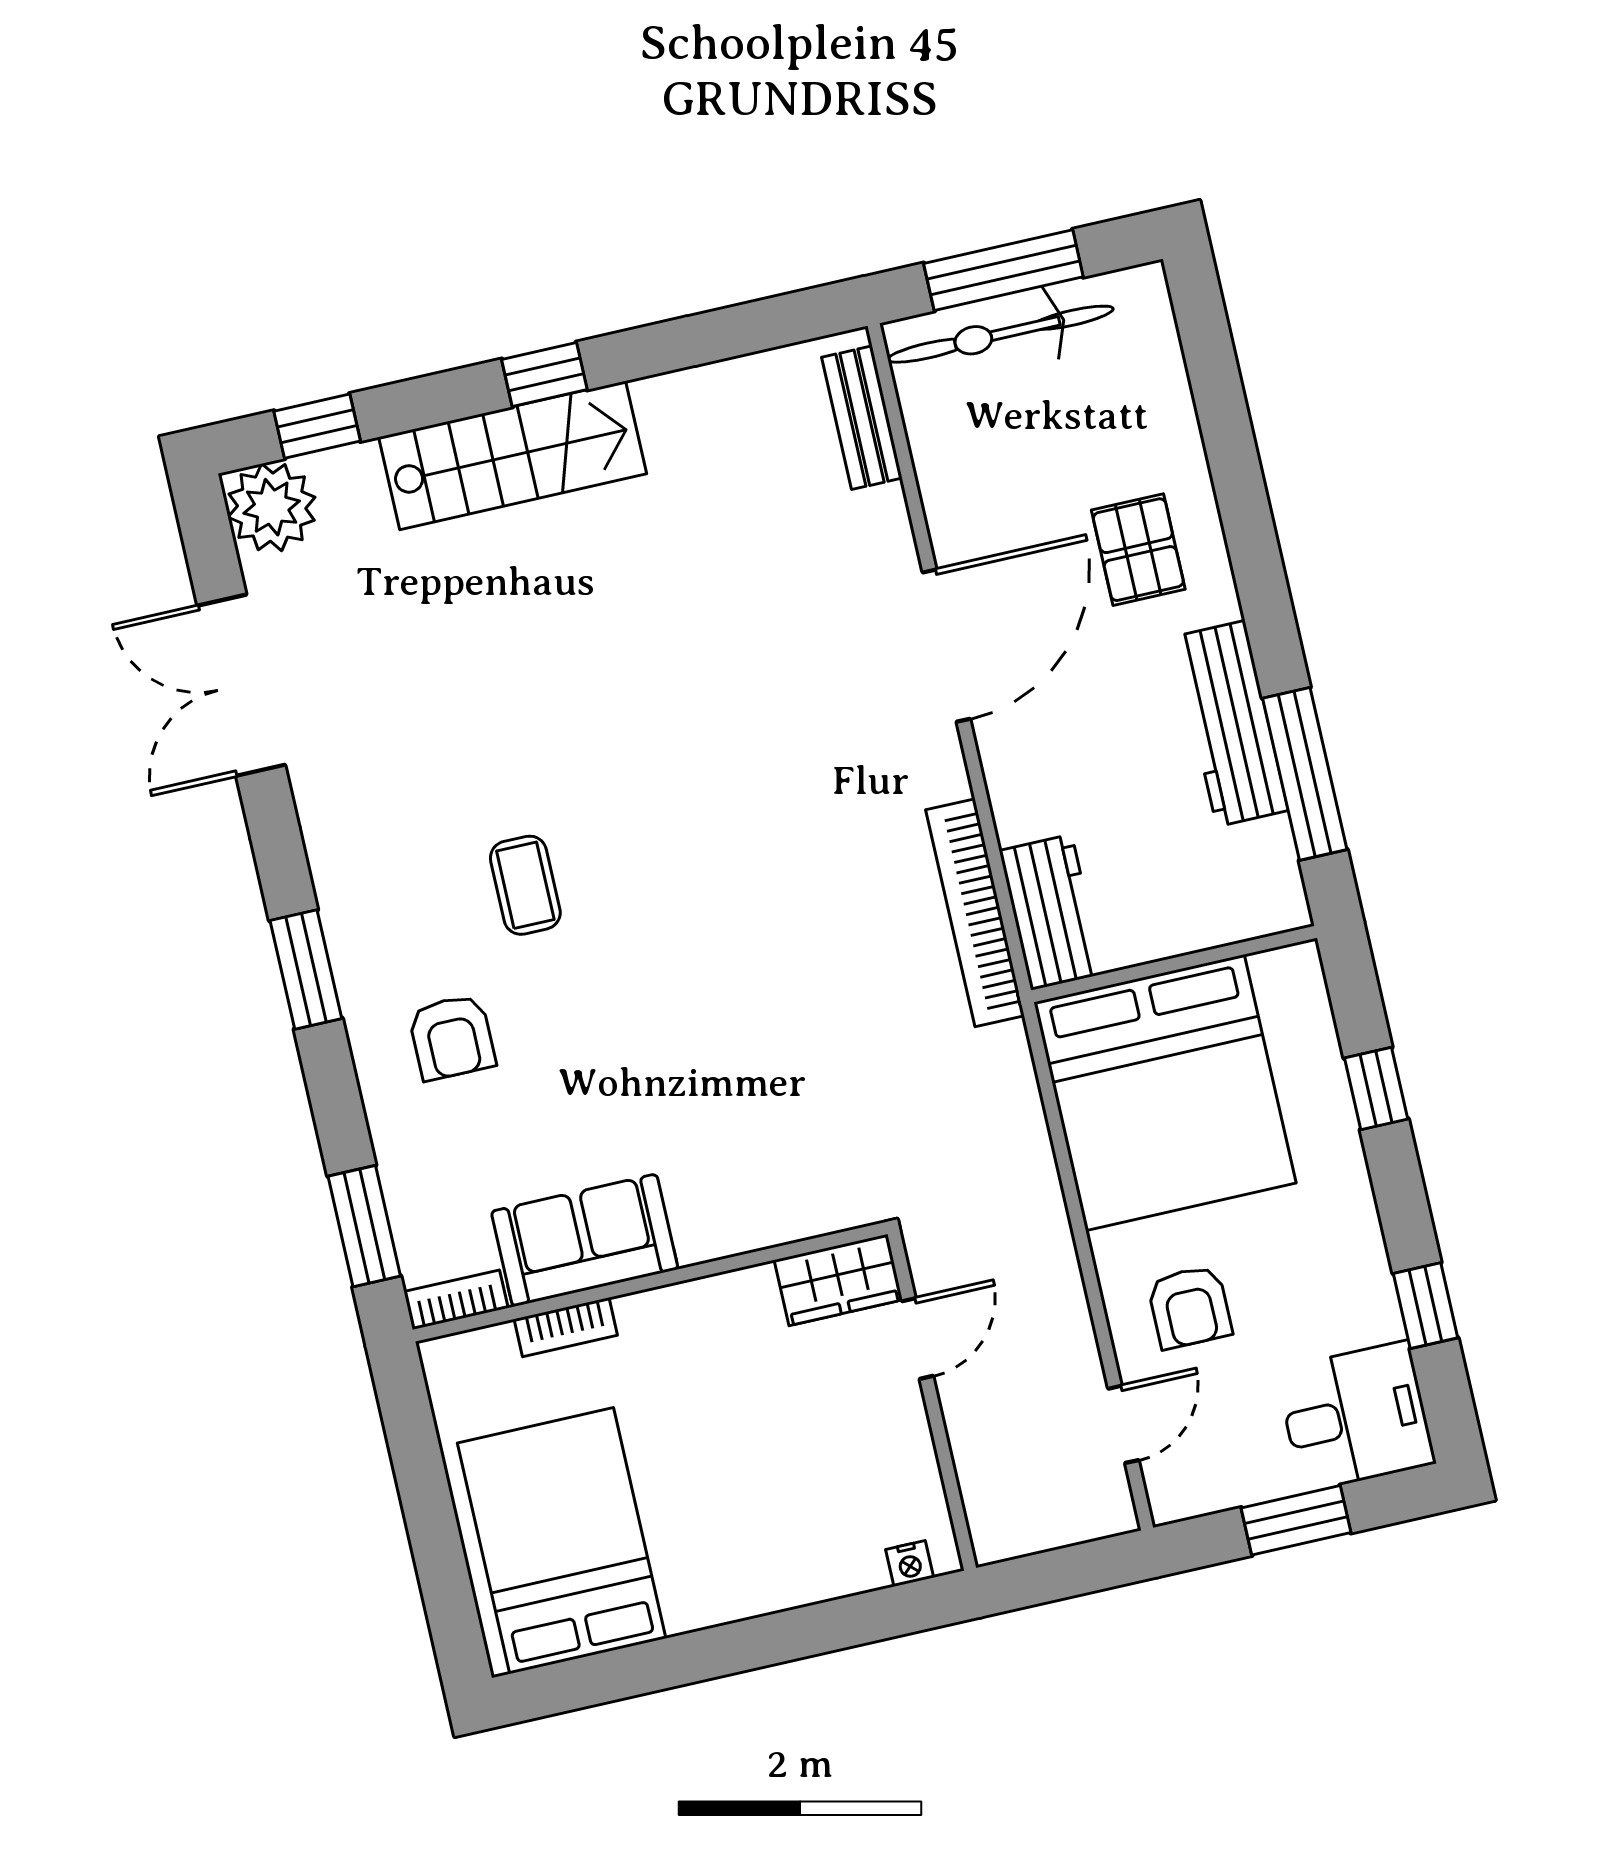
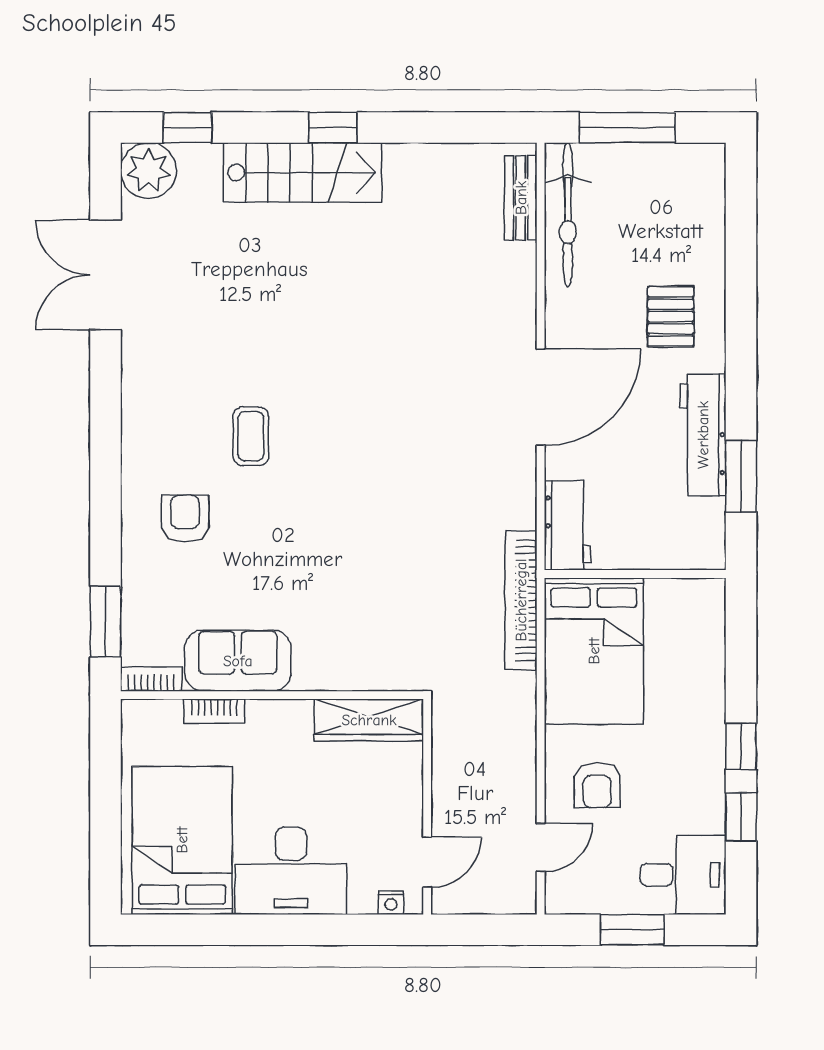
bicycle: (1000, 334) -> (568, 215), moved, turned -90
door: (946, 646) -> (541, 397), moved
window: (1305, 774) -> (741, 476), width x0.69
bookcase: (975, 913) -> (521, 600), moved
window: (306, 969) -> (105, 457), removed
armchair: (452, 1037) -> (185, 519), turned 180
window: (1376, 1088) -> (741, 746), moved
bed: (1165, 1093) -> (594, 651), width x0.73
wardrobe: (838, 1280) -> (369, 720), width x1.50
door: (918, 1339) -> (427, 862), moved
desk: (742, 1550) -> (291, 871), added

